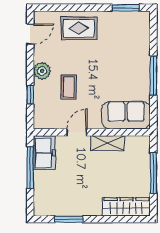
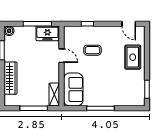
plant: (42, 71) -> (104, 32), removed
shelving: (108, 143) -> (54, 94), moved
wardrobe: (126, 207) -> (11, 78), moved
boiler: (40, 209) -> (9, 31), added

